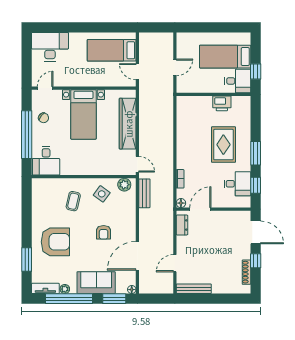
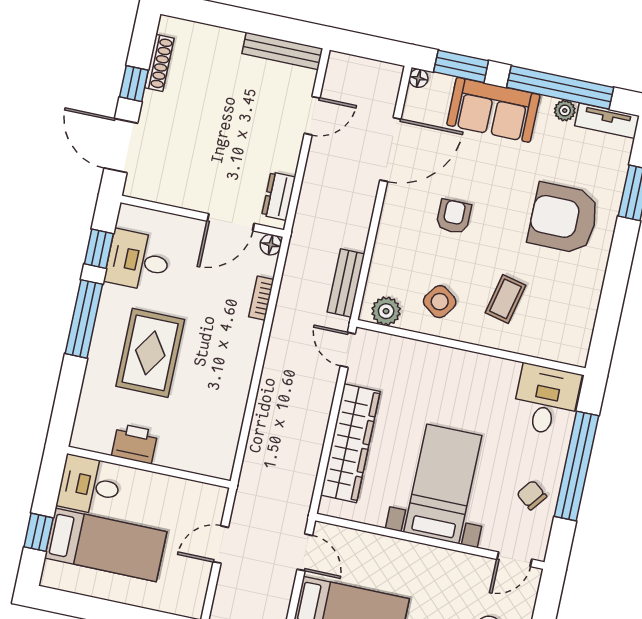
window: (256, 72) -> (39, 532), moved
window: (256, 153) -> (84, 319), width x1.44

